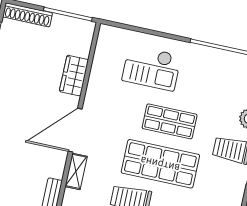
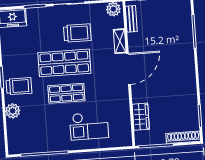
checkout: (152, 68) -> (89, 126), turned 180
wardrobe: (74, 76) -> (141, 117), moved

